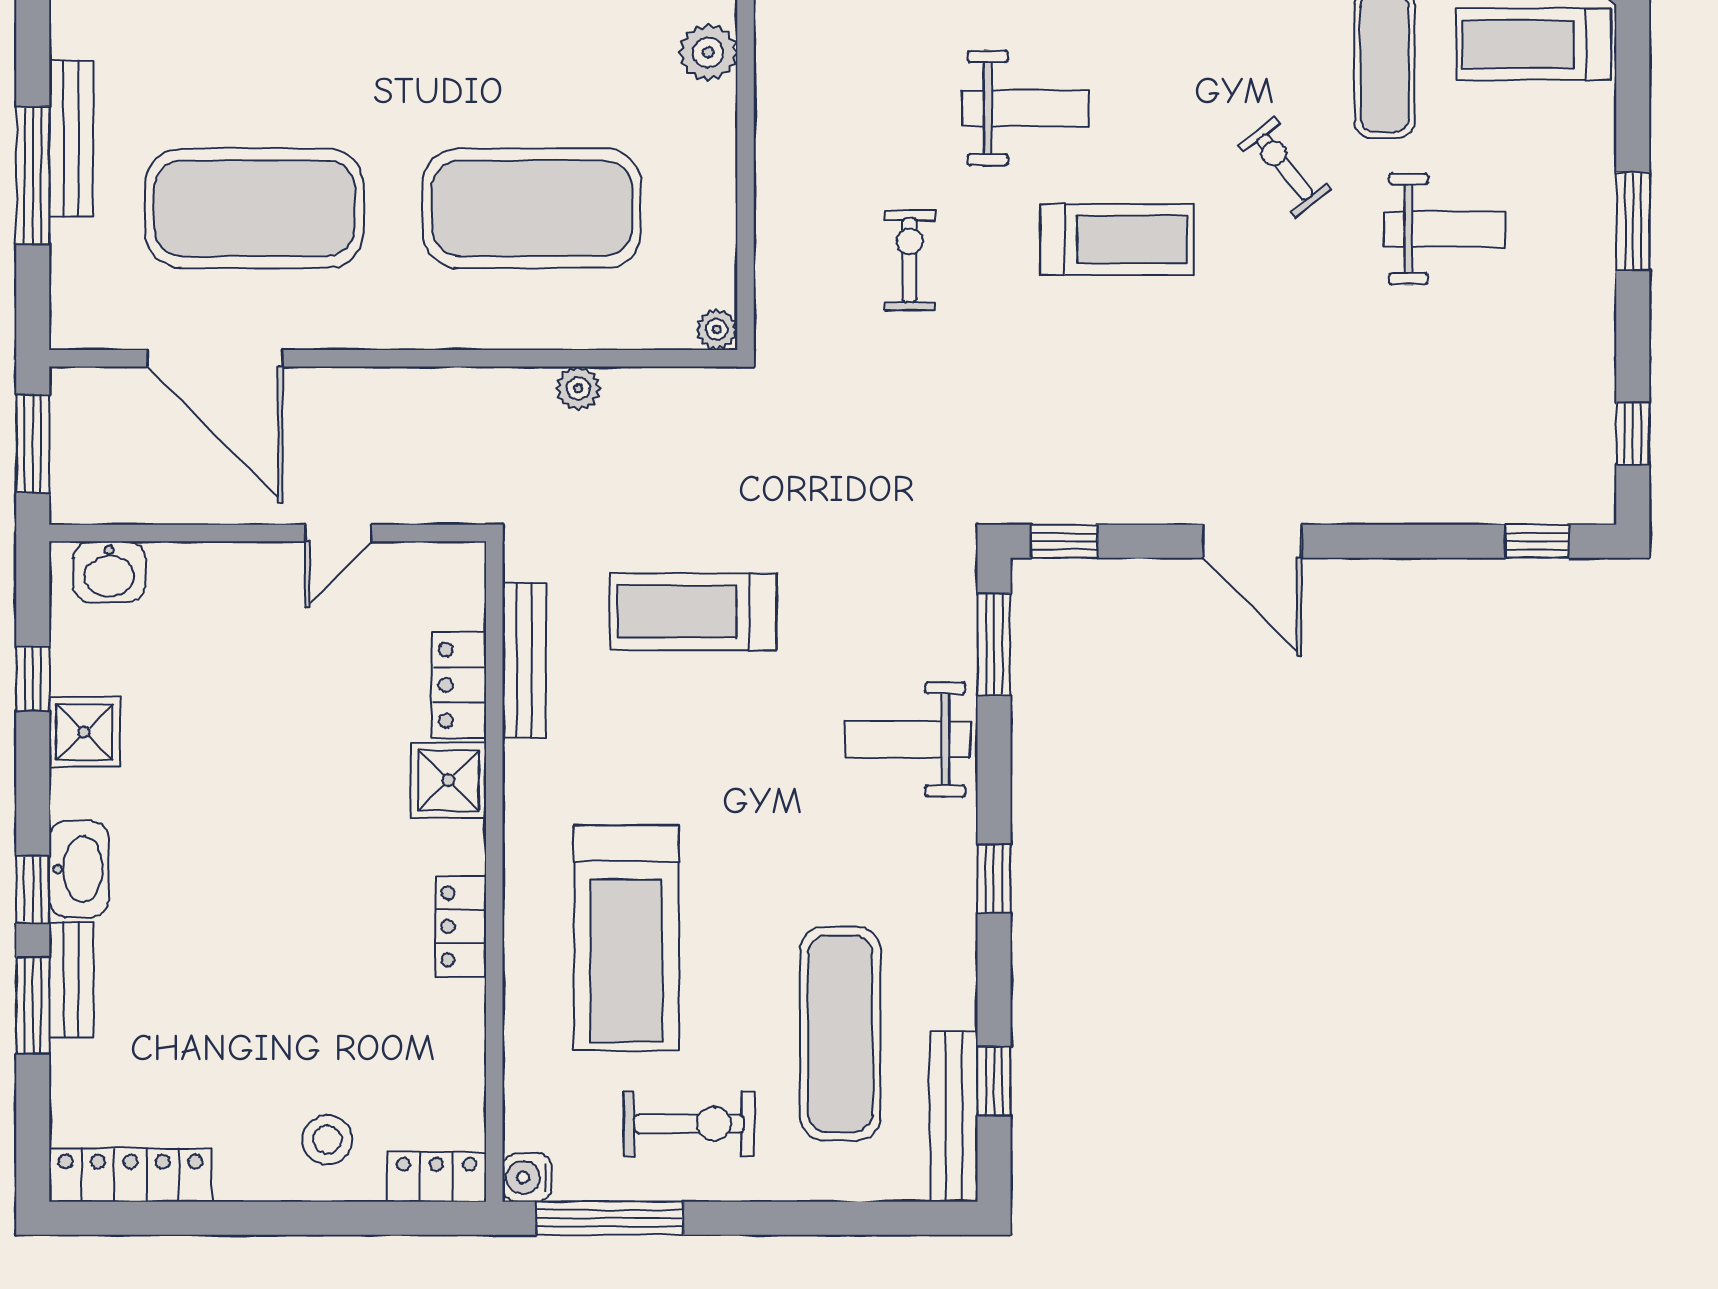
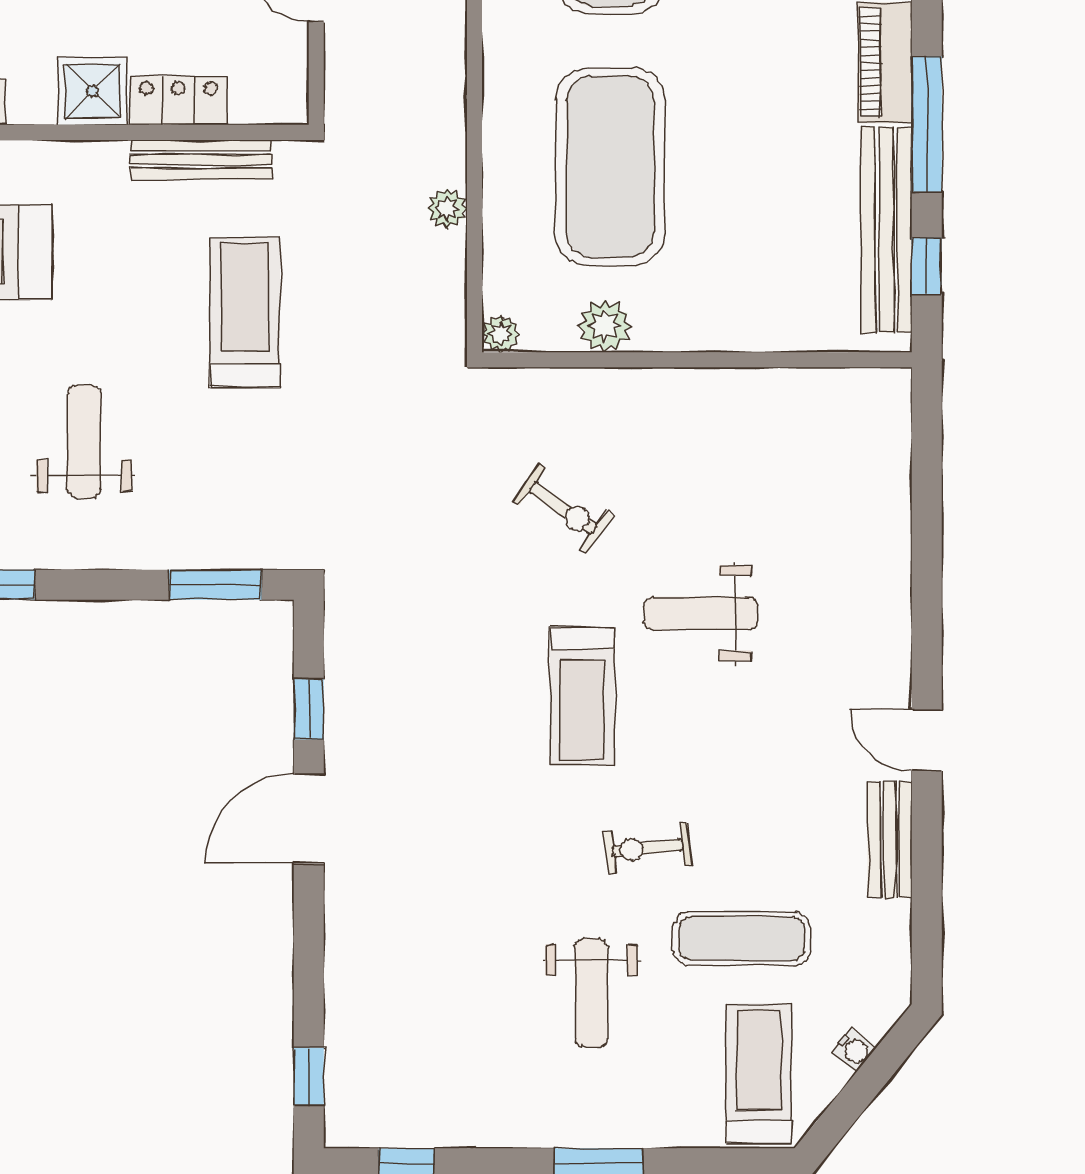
plant: (708, 52) -> (605, 326), moved
weight bench: (1025, 108) -> (701, 613), turned 90
exercise bike: (1285, 167) -> (647, 848), turned -148
exercise bike: (910, 260) -> (563, 508), turned 35
window: (1064, 541) -> (309, 709), moved
weight bench: (908, 739) -> (84, 441), moved

